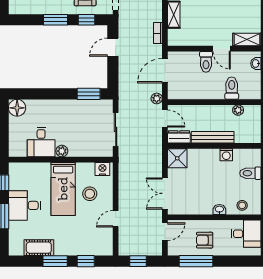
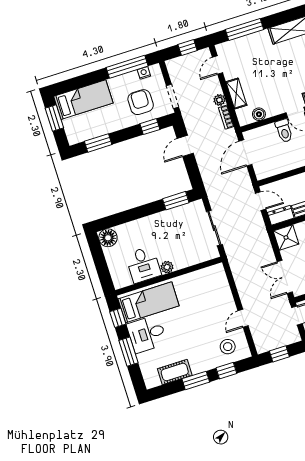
window: (56, 20) -> (98, 143), moved
boiler: (188, 40) -> (259, 114), added
plant: (157, 98) -> (219, 100), moved
nightstand: (102, 169) -> (214, 272), removed
bed: (63, 189) -> (149, 302), moved, turned -90
stool: (90, 194) -> (228, 347), moved

